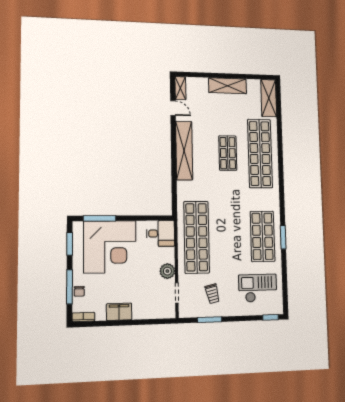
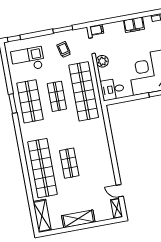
shelving: (184, 151) -> (105, 158), removed
shop shelf: (230, 237) -> (57, 96), added
checkout: (258, 288) -> (28, 60), turned 180
filing cabinet: (168, 312) -> (97, 30), added

